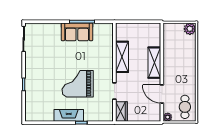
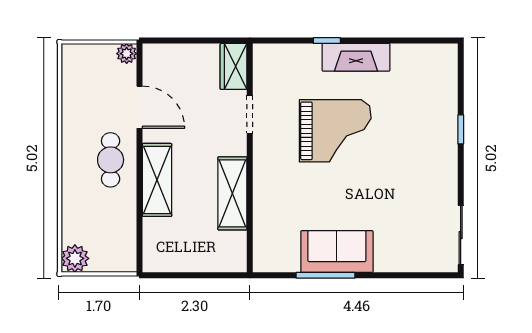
cafe table: (185, 107) -> (111, 160), moved

